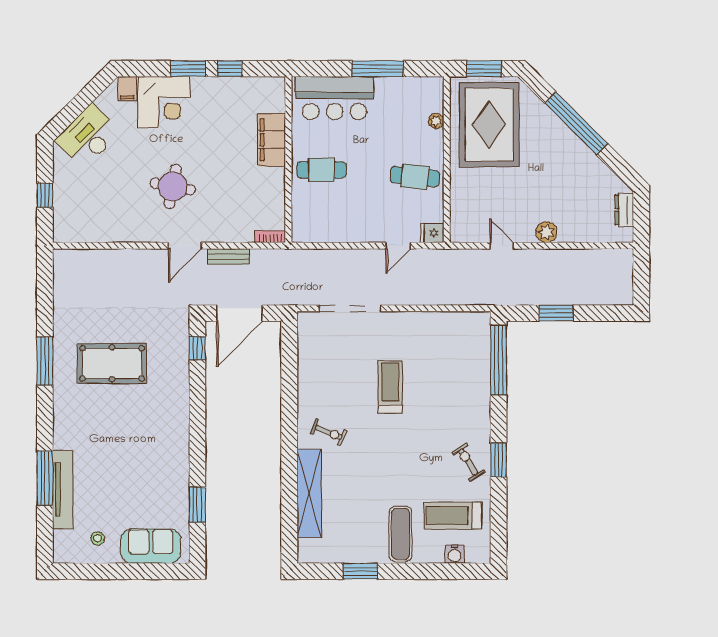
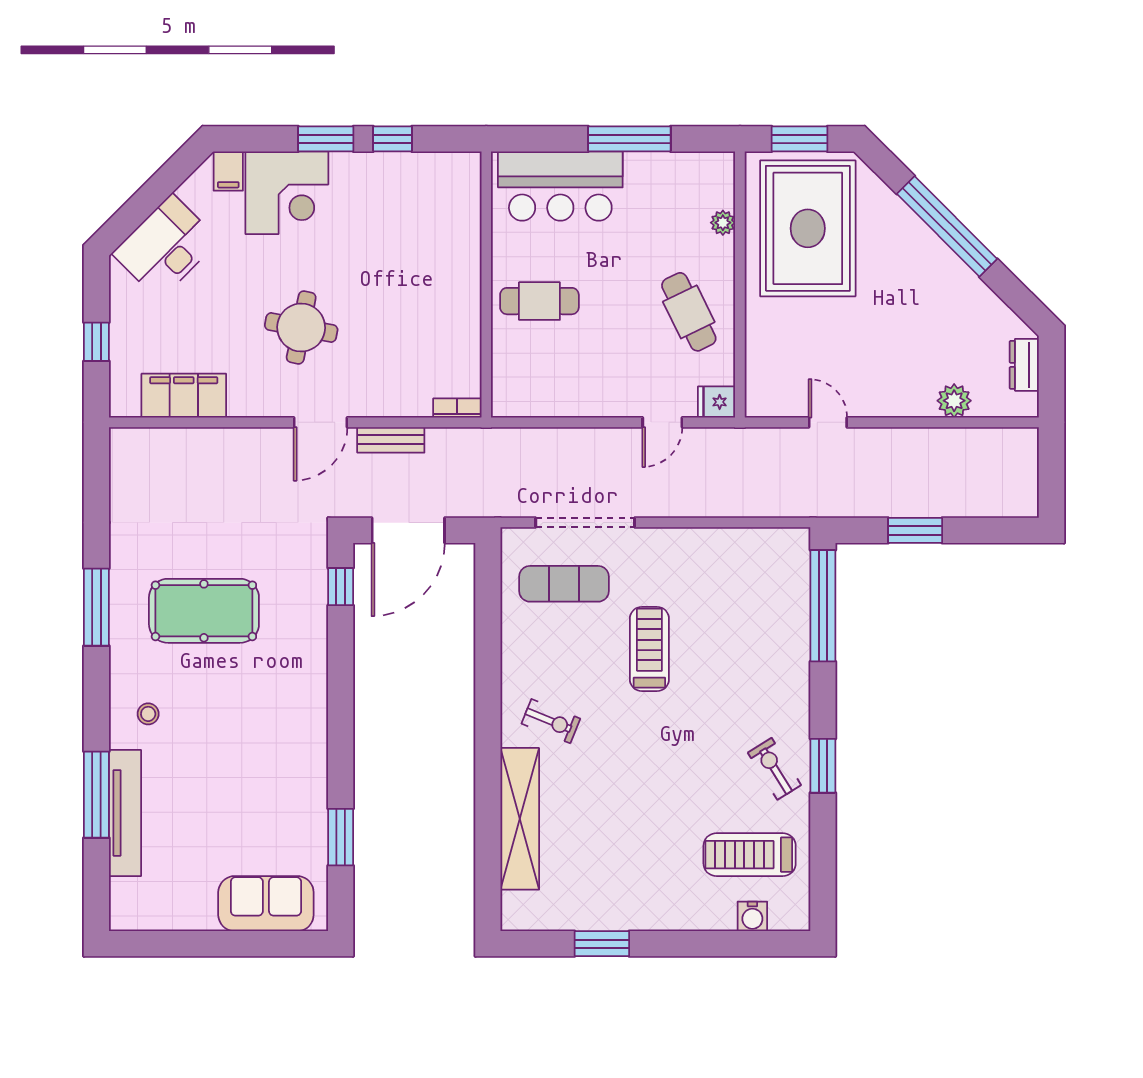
filing cabinet: (272, 140) -> (184, 396), moved, turned 90
cafe table: (415, 177) -> (689, 312), turned 58
plant: (546, 232) -> (954, 401), moved
exercise mat: (401, 534) -> (564, 584), moved, turned 90
stool: (98, 538) -> (148, 714), moved

